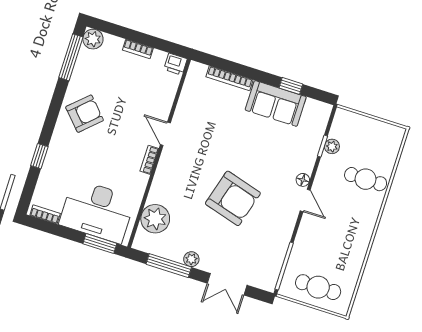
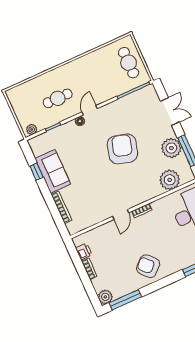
printer: (175, 64) -> (84, 252), moved
plant: (332, 146) -> (32, 129), moved
cafe table: (366, 179) -> (58, 98), moved, turned 90
plant: (191, 259) -> (171, 148), width x1.88, depth x1.88

